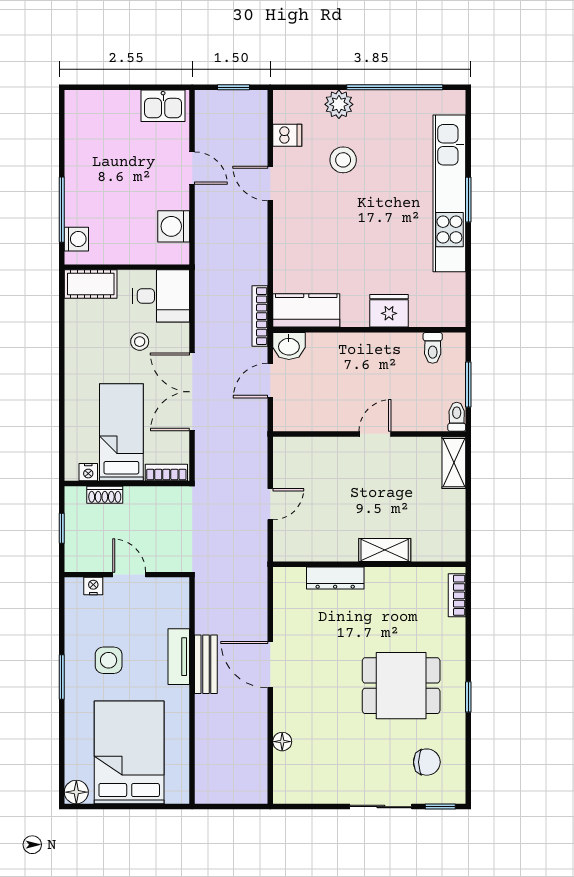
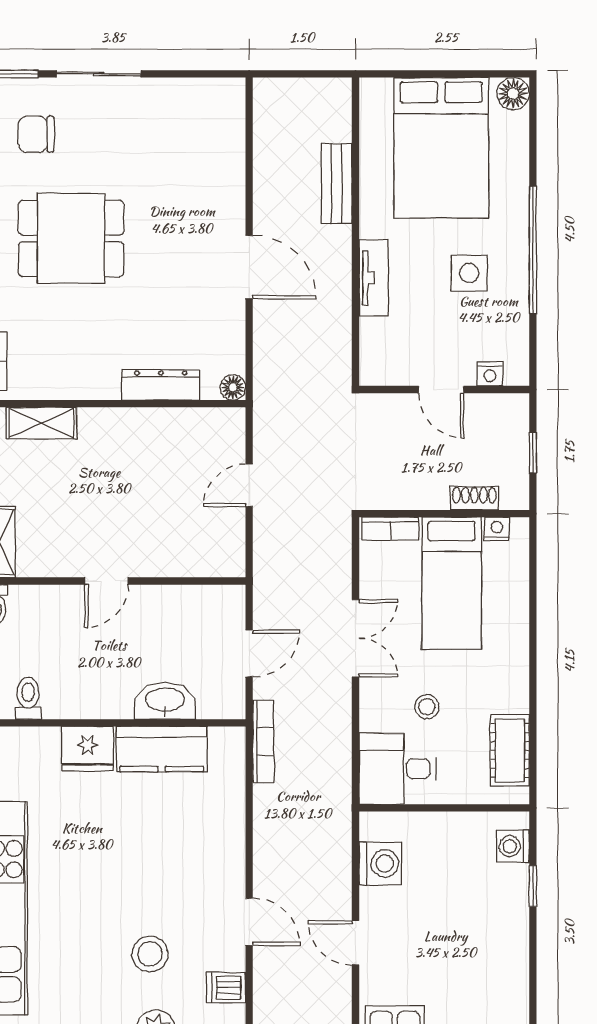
window: (62, 210) -> (533, 886), width x0.46
cot: (91, 284) -> (510, 750), moved, turned 90
kitchen counter: (306, 310) -> (162, 749), moved
washbasin: (289, 346) -> (165, 701), moved, width x1.38
double door: (192, 392) -> (356, 638), width x0.73
shelving: (385, 550) -> (41, 423), moved
bench: (206, 664) -> (337, 183), moved
window: (62, 677) -> (533, 250), width x2.11
floor lamp: (282, 742) -> (233, 387), moved

